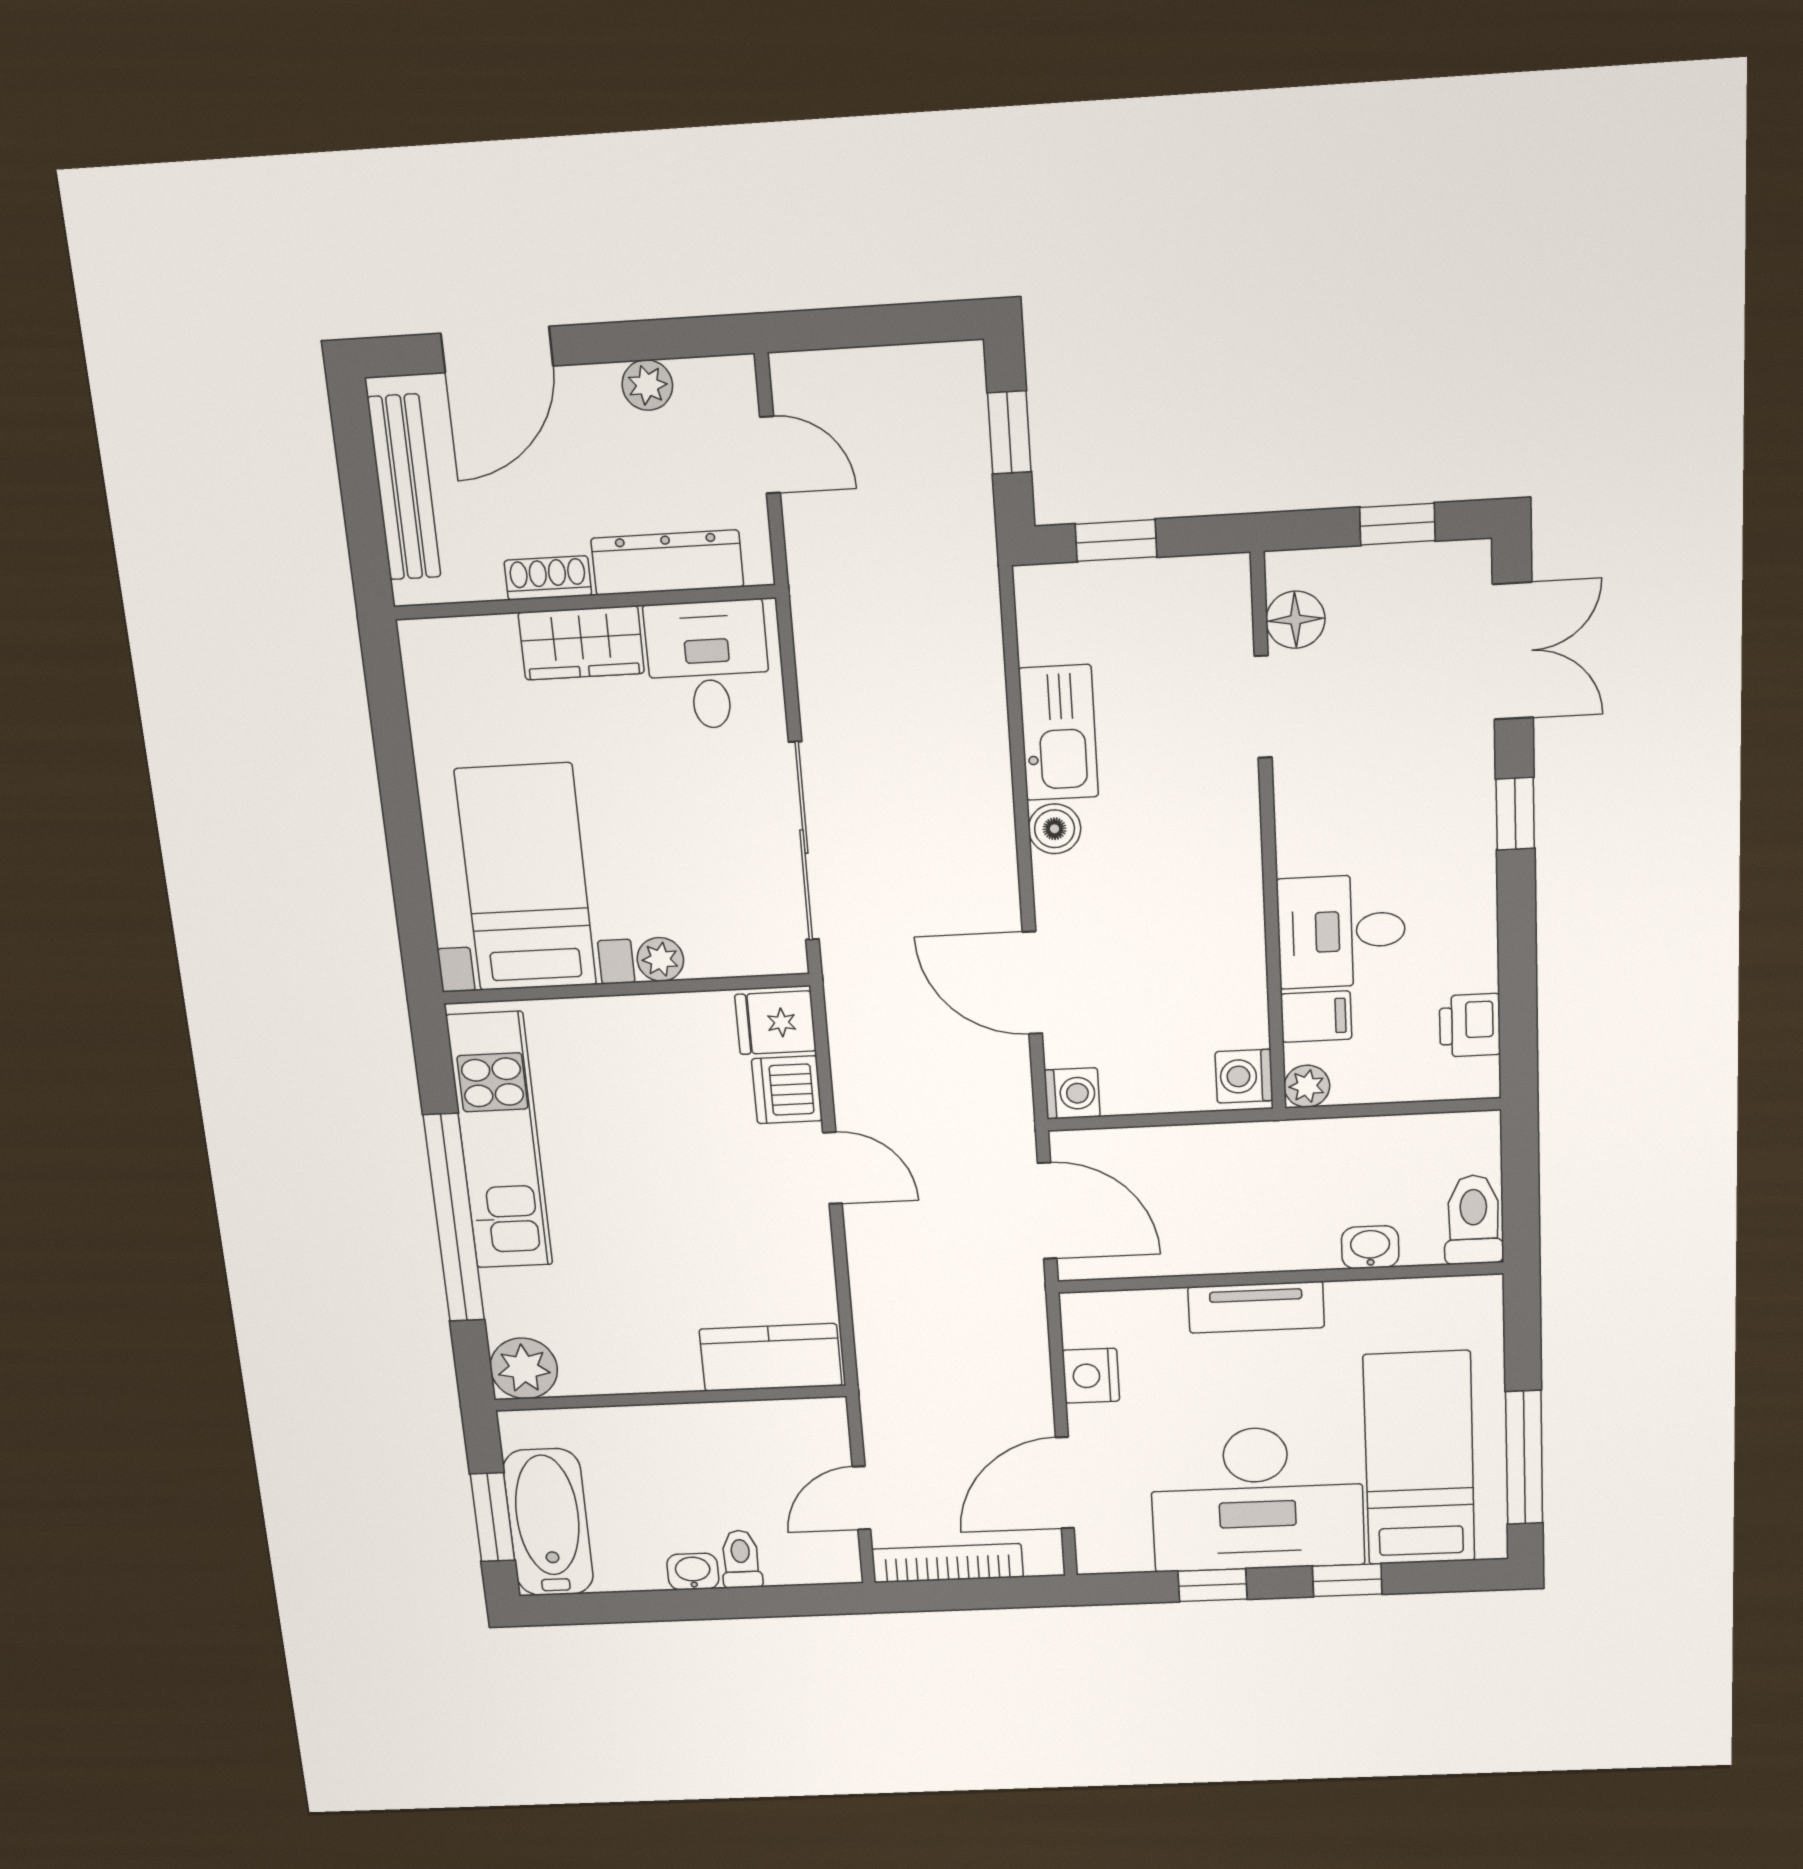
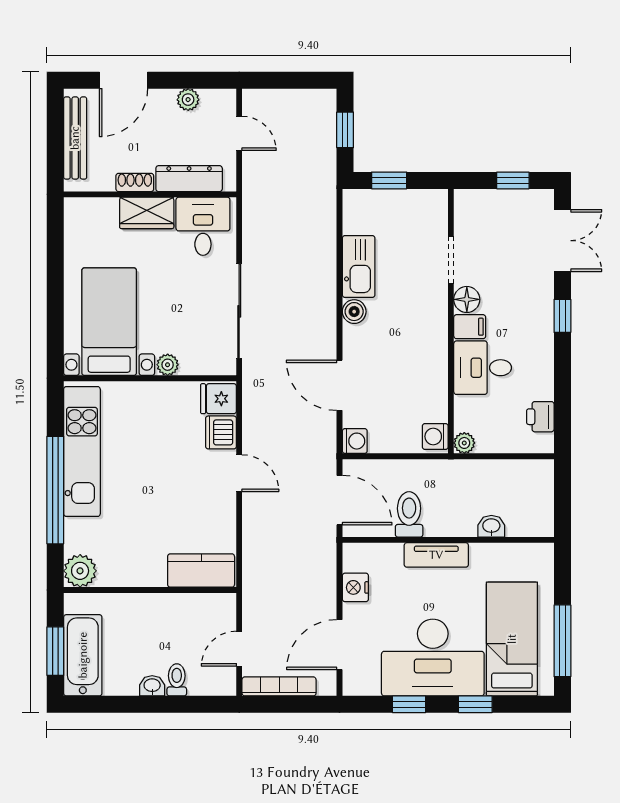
floor lamp: (1295, 620) -> (467, 299), moved
filing cabinet: (1316, 1017) -> (470, 327), moved
toilet: (1474, 1220) -> (409, 514), moved

